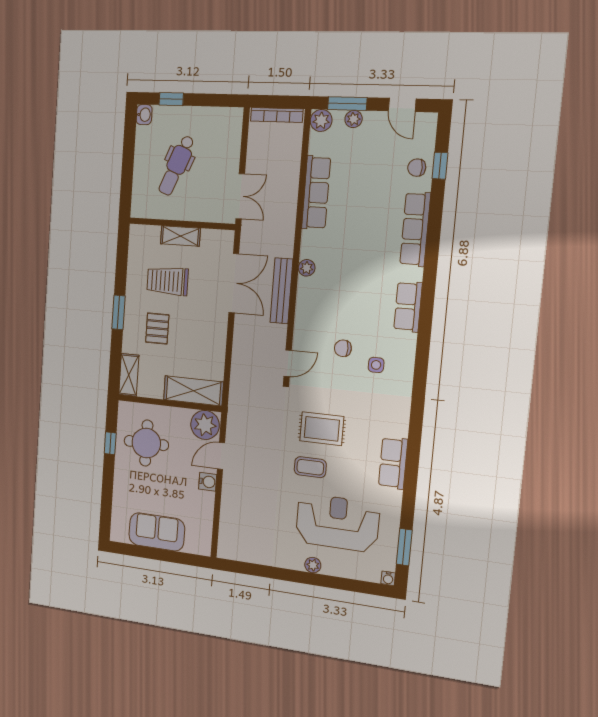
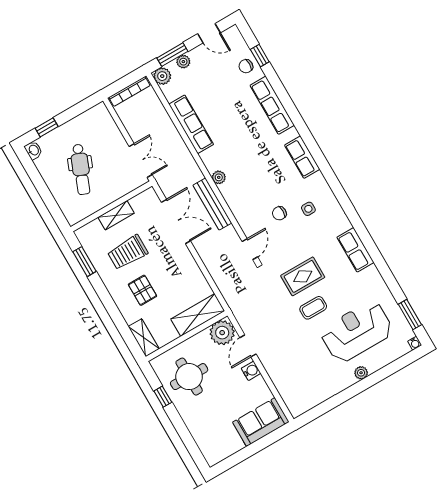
window: (118, 312) -> (85, 262), moved
row of seats: (393, 463) -> (355, 250), moved
sofa: (157, 532) -> (261, 422), moved

